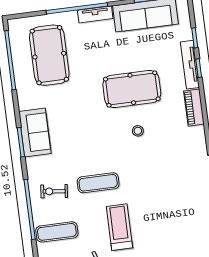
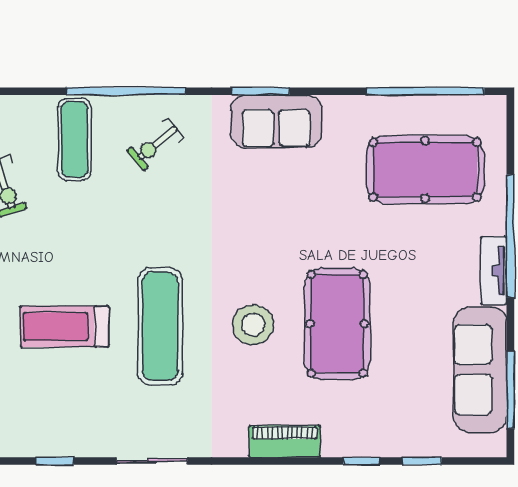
tv unit: (190, 65) -> (370, 444), removed
stool: (138, 131) -> (253, 325), width x1.89, depth x1.89
exercise mat: (98, 183) -> (160, 326), moved, width x1.36, depth x1.45
exercise bike: (54, 191) -> (155, 144), turned -135
treadmill: (119, 227) -> (64, 327), moved, turned 180

